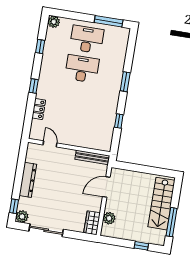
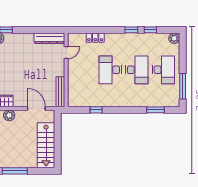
window: (125, 82) -> (155, 110), moved
window: (34, 86) -> (131, 30), moved
desk: (77, 98) -> (110, 70), added
dresser: (28, 180) -> (49, 38), moved
stairs: (161, 204) -> (46, 145), moved, turned -90

